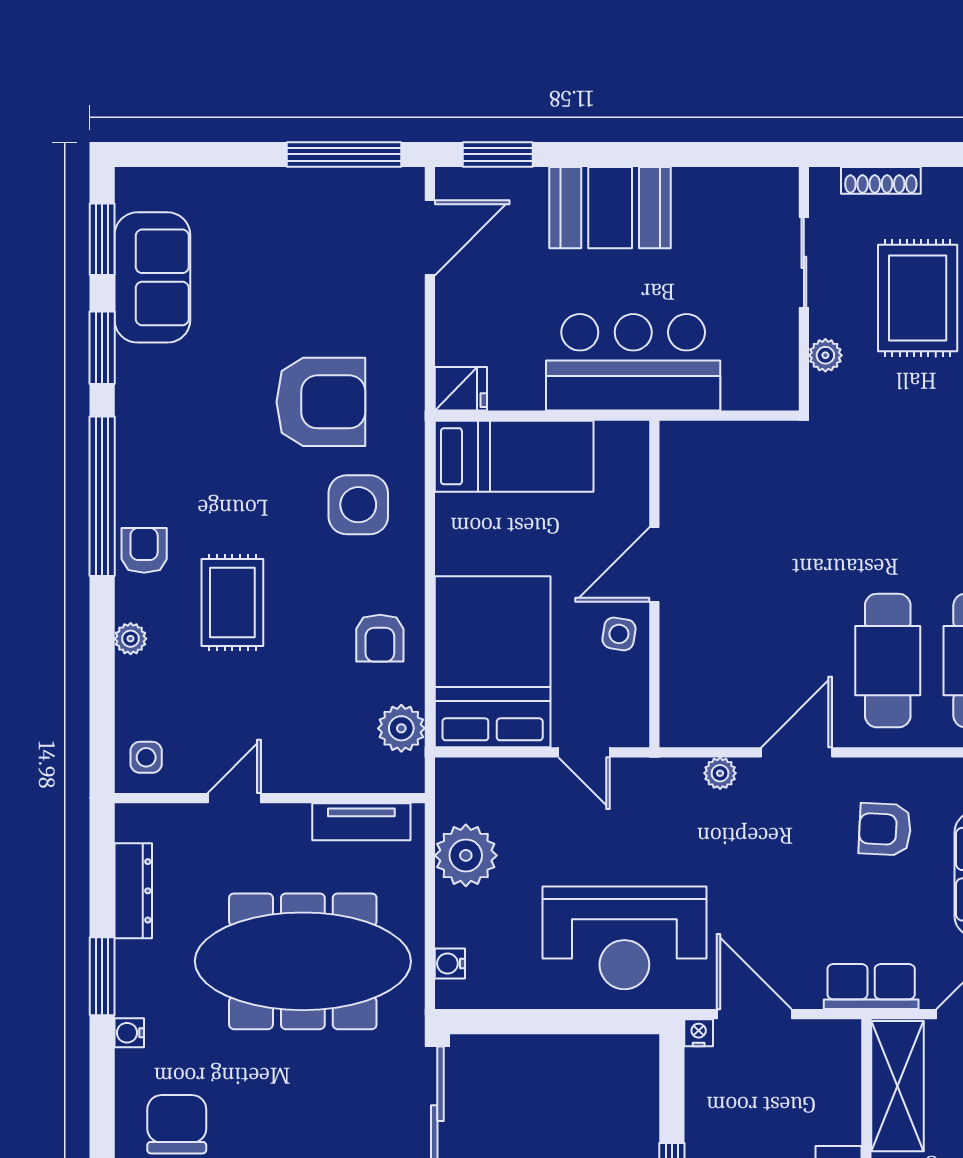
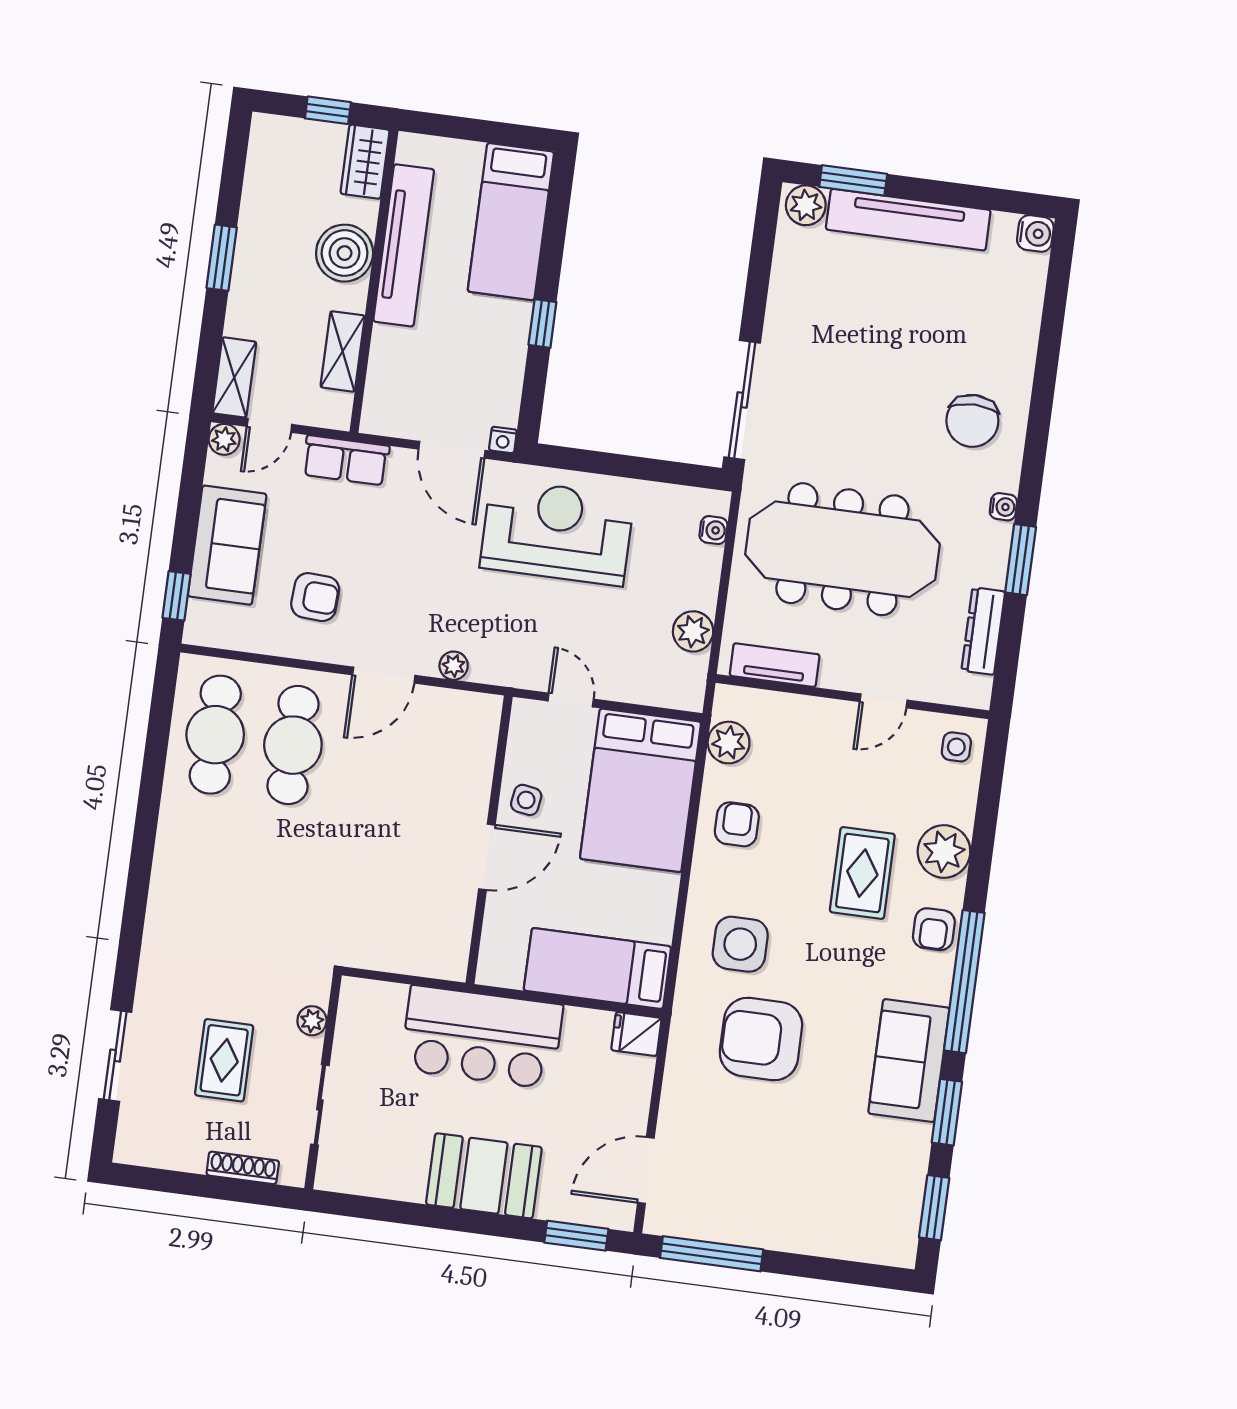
sofa: (152, 277) -> (909, 1061), moved
rug: (918, 298) -> (224, 1060), width x0.73, depth x0.70
plant: (131, 639) -> (944, 851), width x1.88, depth x1.88
plant: (466, 855) -> (693, 631), width x0.73, depth x0.73
shelving: (897, 1086) -> (343, 351), width x0.67, depth x0.75

